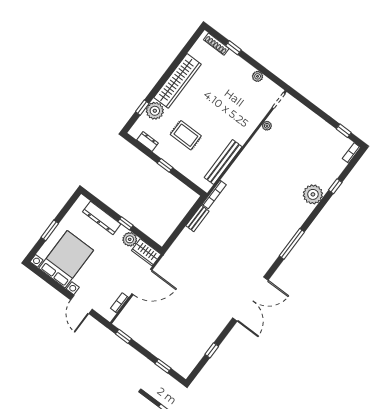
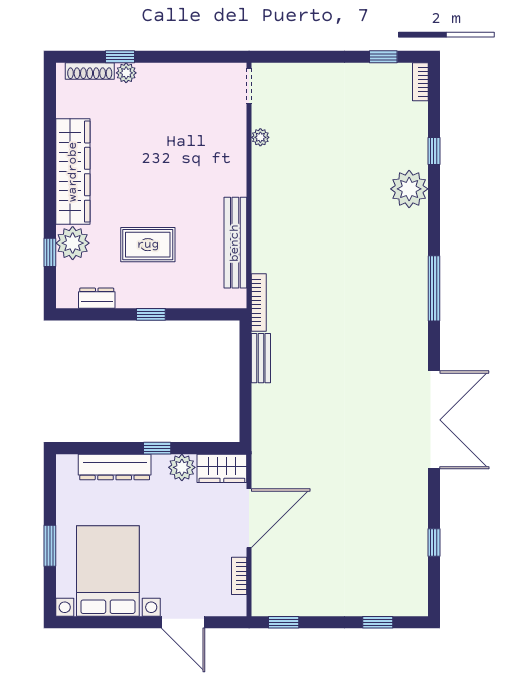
plant: (258, 76) -> (126, 73), moved

